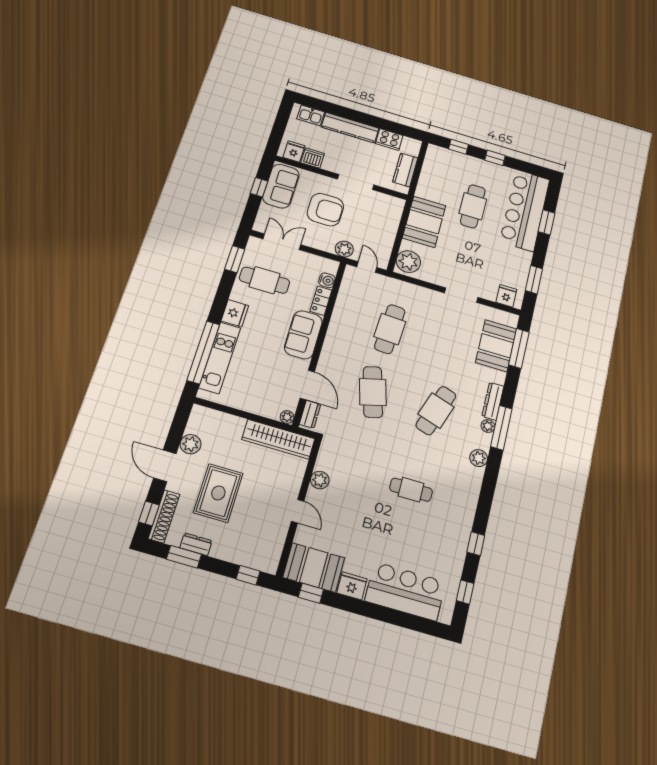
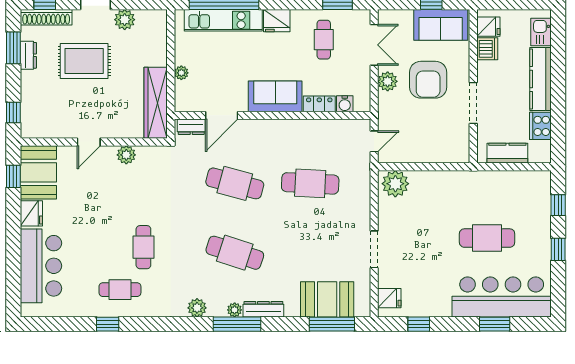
booth: (424, 222) -> (449, 189), removed
plant: (344, 249) -> (388, 81), moved
cafe table: (264, 280) -> (324, 40), width x0.73, depth x0.74
window: (534, 280) -> (419, 324), width x0.67
cafe table: (373, 392) -> (235, 183), turned 30
plant: (287, 417) -> (181, 73), moved
cafe table: (446, 523) -> (120, 290), added
window: (465, 592) -> (57, 324), removed

